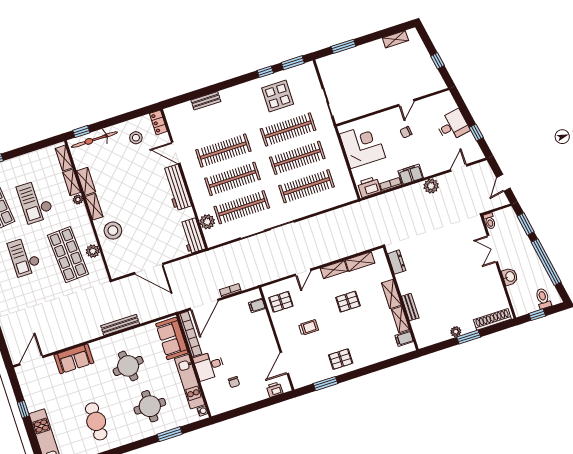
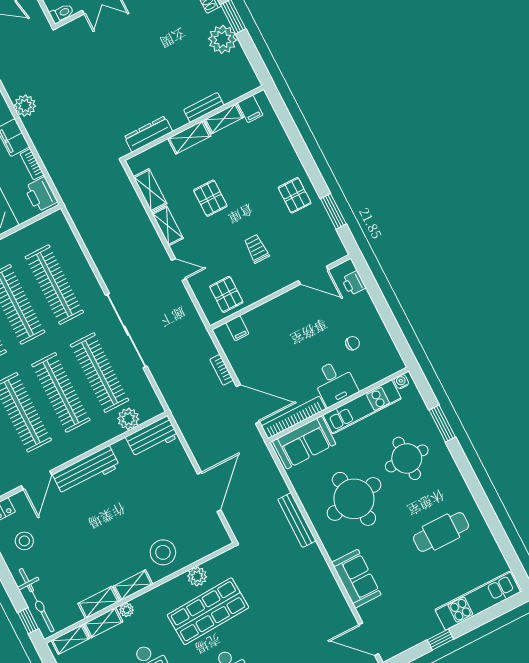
dresser: (397, 262) -> (148, 134), width x1.44
plant: (456, 332) -> (222, 39), width x1.88, depth x1.88
round table: (128, 366) -> (354, 499), width x1.36, depth x1.36

